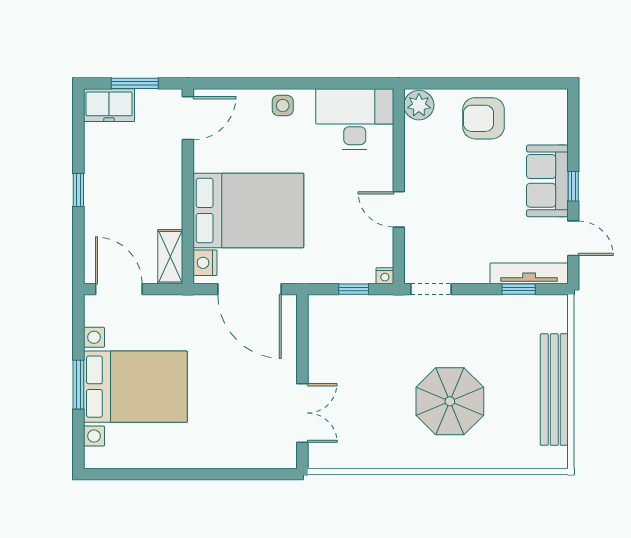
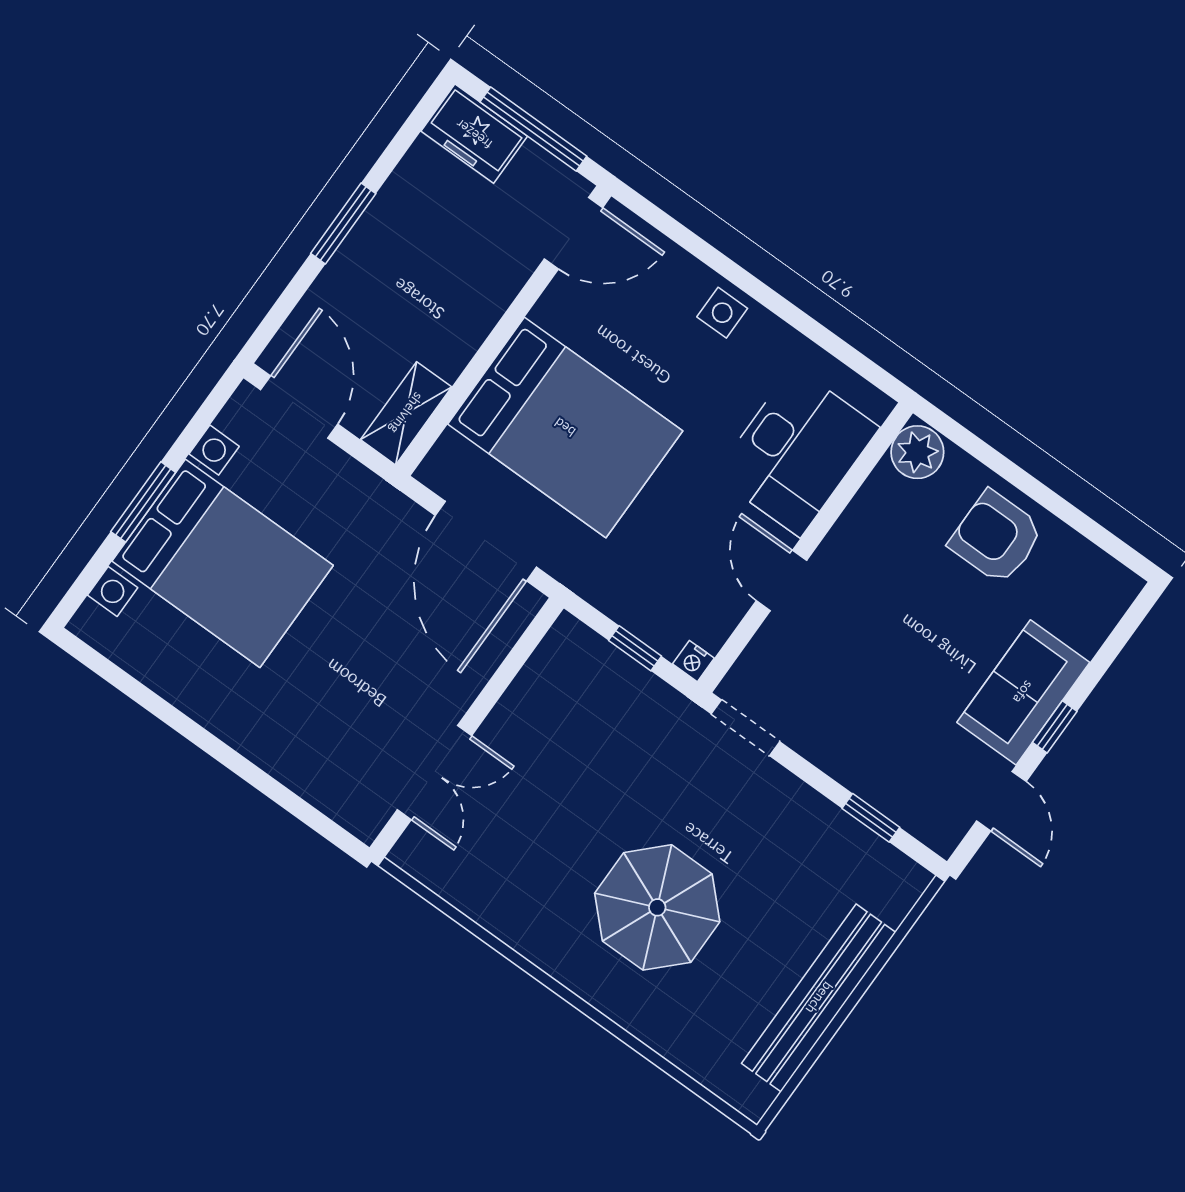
window: (135, 83) -> (533, 129), width x1.44
desk: (355, 119) -> (797, 451), moved, turned 90
window: (78, 190) -> (343, 224), width x1.50
nightstand: (205, 263) -> (449, 458), removed
tv unit: (529, 273) -> (902, 806), removed

